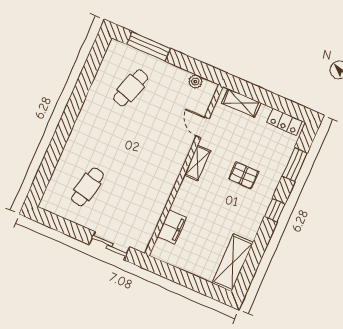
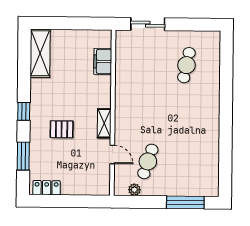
cafe table: (131, 88) -> (148, 161), moved
shelving: (241, 103) -> (89, 188), removed

